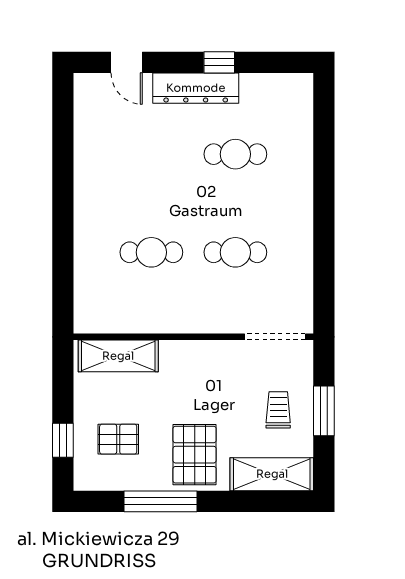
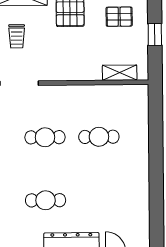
shelving: (118, 356) -> (120, 73), width x0.67, depth x0.75
window: (63, 440) -> (155, 35), moved

